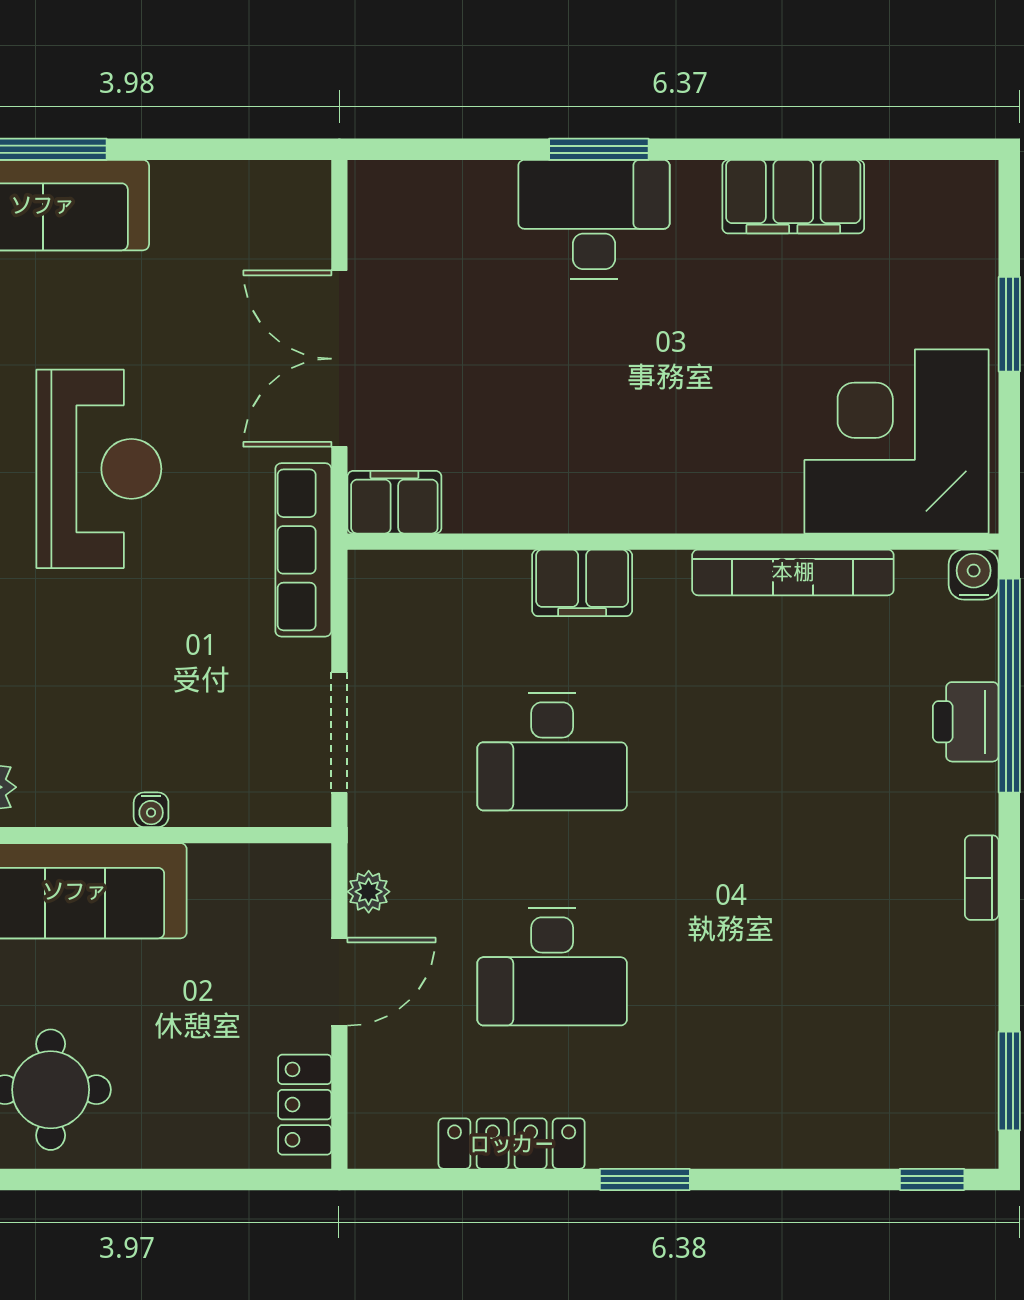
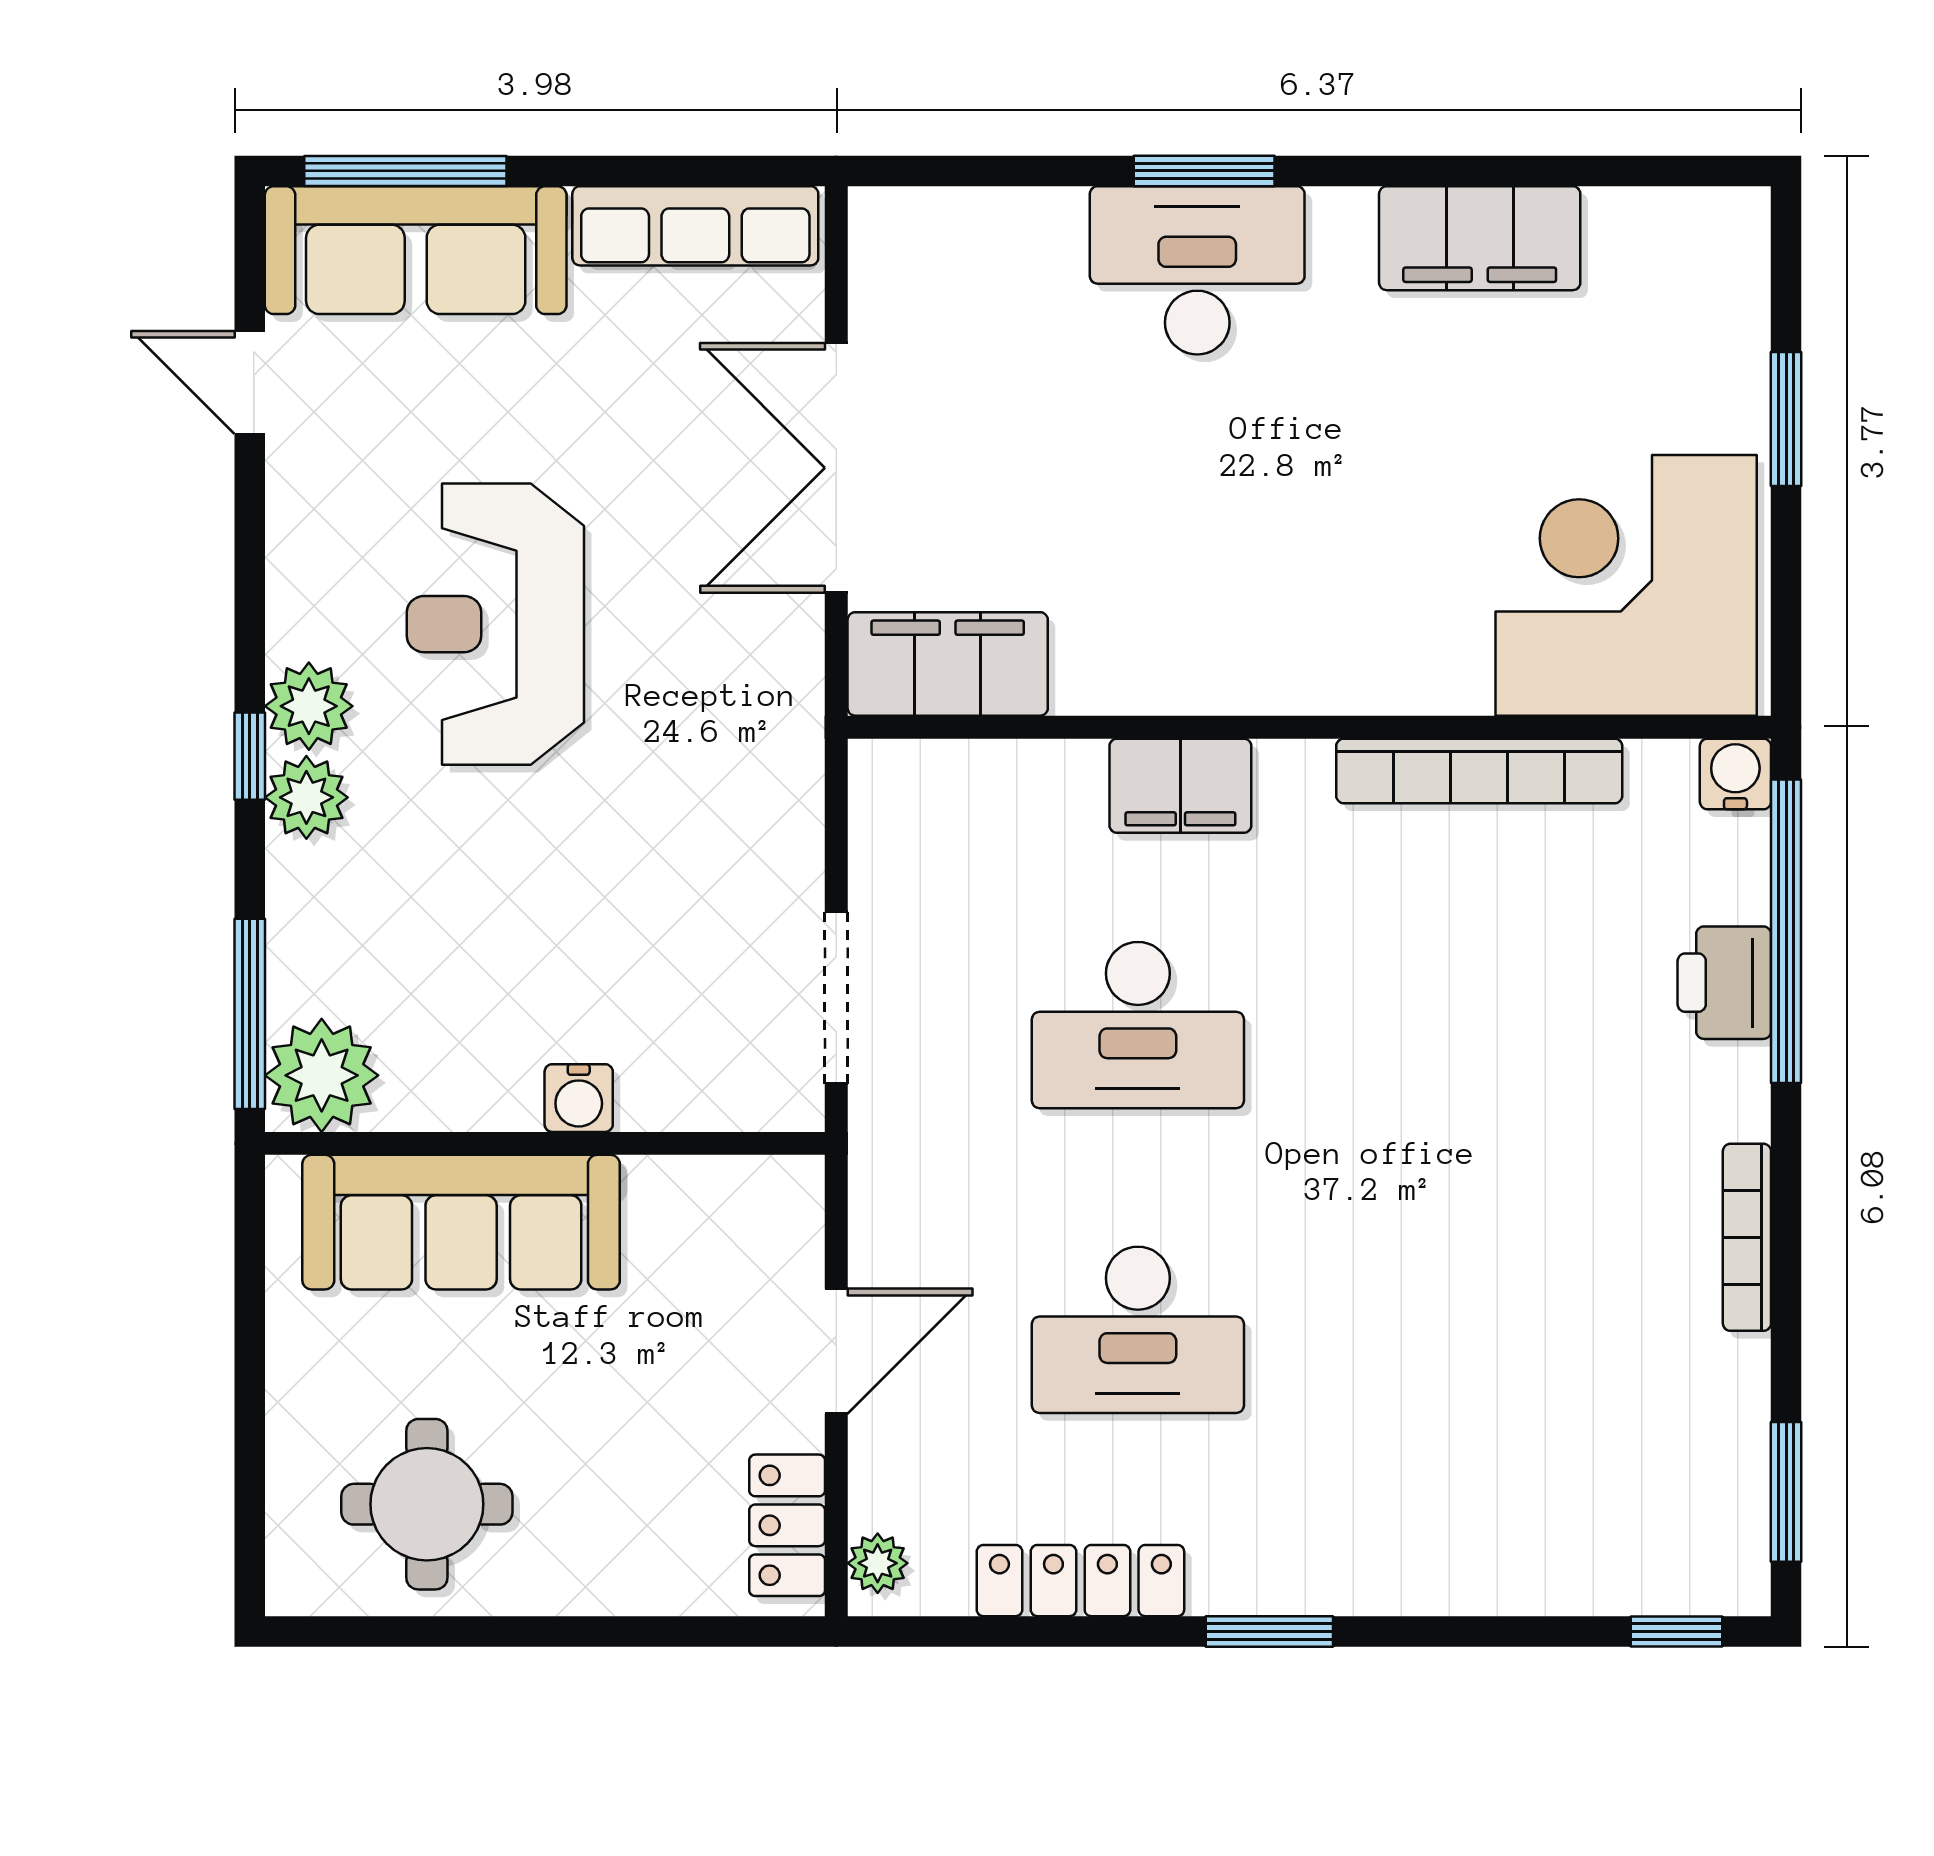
reception desk: (99, 469) -> (495, 624), turned 180
filing cabinet: (394, 502) -> (948, 664), width x1.50, depth x1.17
row of seats: (303, 550) -> (695, 226), moved, turned -90
water cooler: (151, 810) -> (579, 1098), width x1.38, depth x1.38
bookcase: (982, 878) -> (1747, 1237), width x1.56
plant: (369, 892) -> (878, 1563), moved

